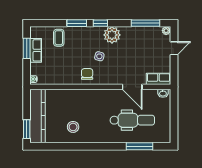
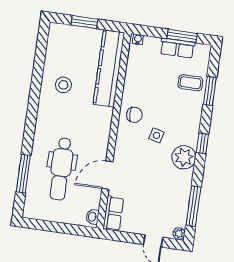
window: (77, 23) -> (210, 91), moved
kitchen counter: (38, 116) -> (109, 68), moved, turned 90
window: (27, 129) -> (84, 22), moved

